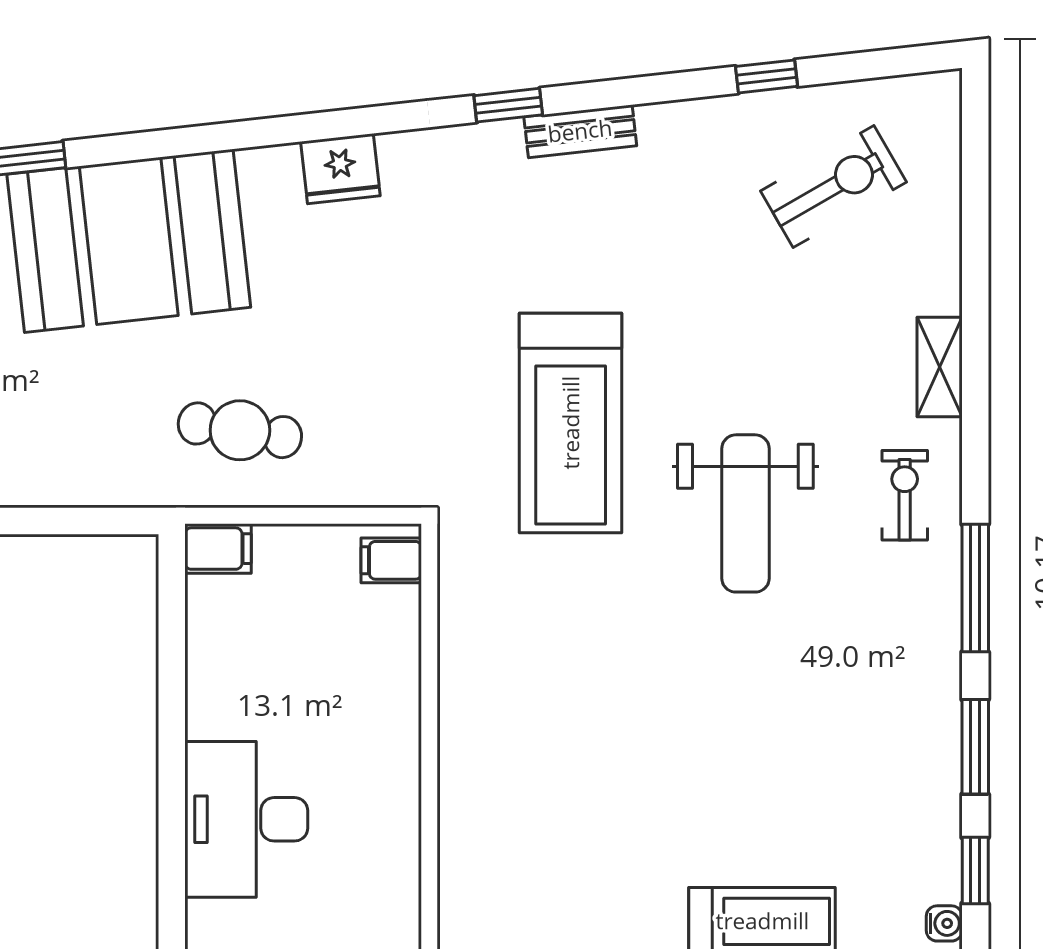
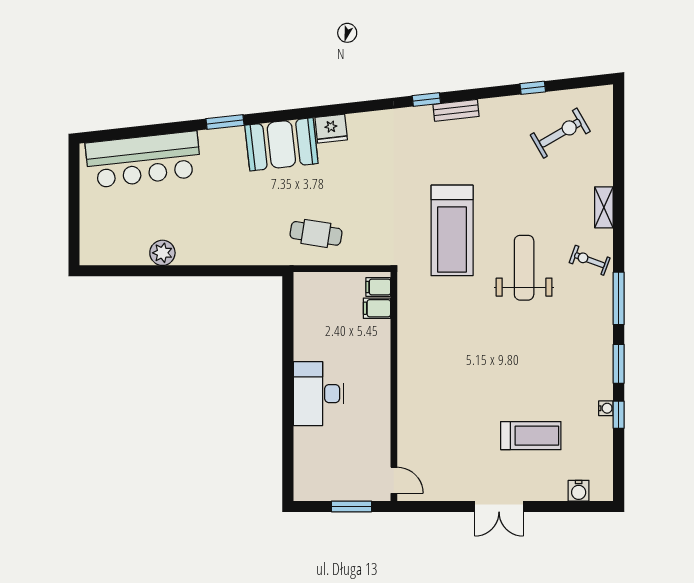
fridge: (340, 169) -> (331, 129), moved
booth: (129, 241) -> (281, 144), width x0.73, depth x0.70
exercise bike: (905, 495) -> (590, 260), turned -70
weight bench: (745, 513) -> (524, 268), turned 180
filing cabinet: (218, 549) -> (377, 308), moved, turned 180
water cooler: (944, 923) -> (606, 408), moved

